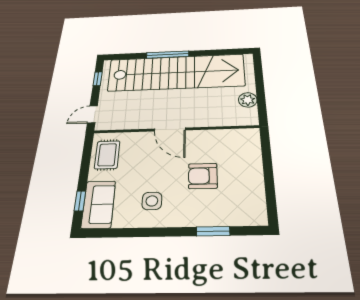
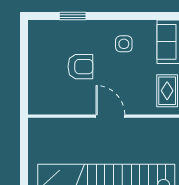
plant: (248, 100) -> (37, 147), removed

